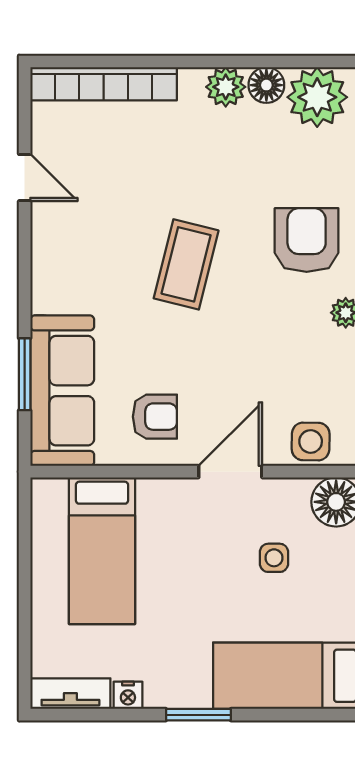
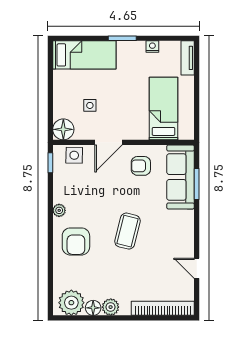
tv unit: (70, 694) -> (188, 58), moved, turned 90

